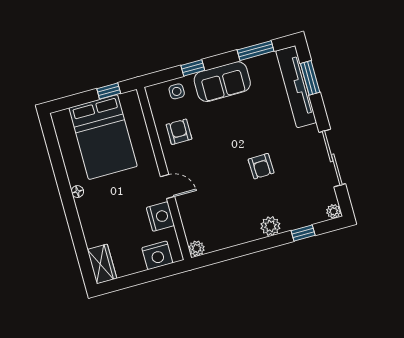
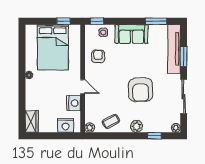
window: (193, 68) -> (97, 21), moved
window: (310, 78) -> (184, 56), moved
armchair: (261, 166) -> (141, 90), width x1.88, depth x1.88
coffee table: (228, 229) -> (111, 121), added

